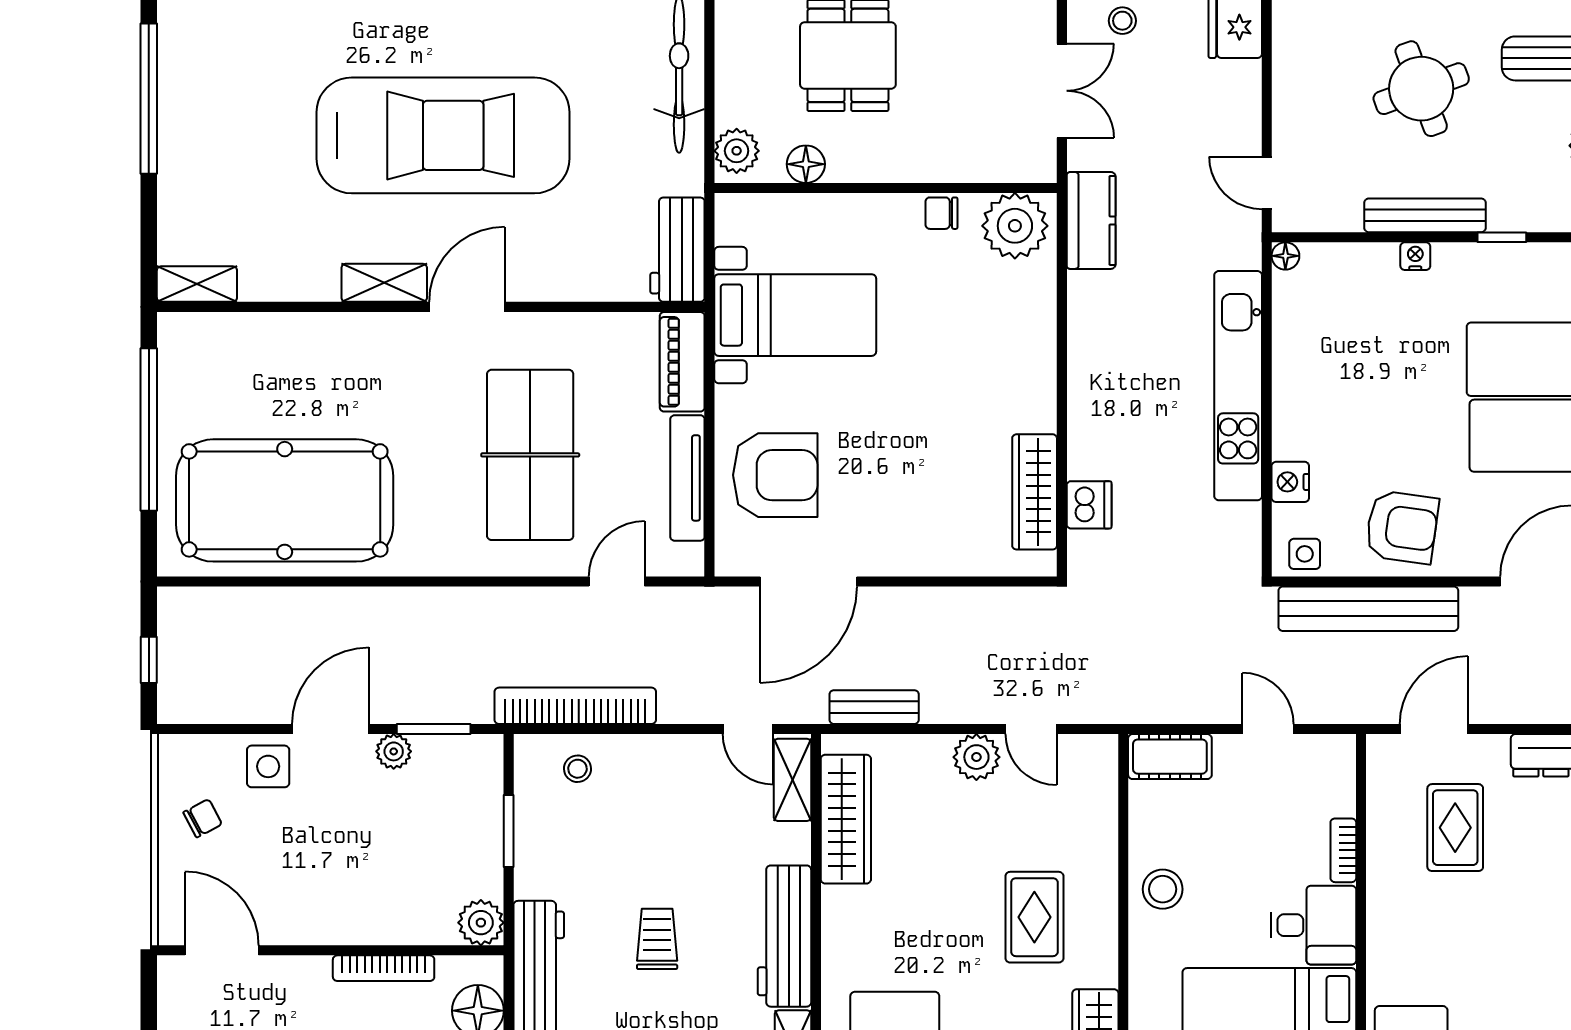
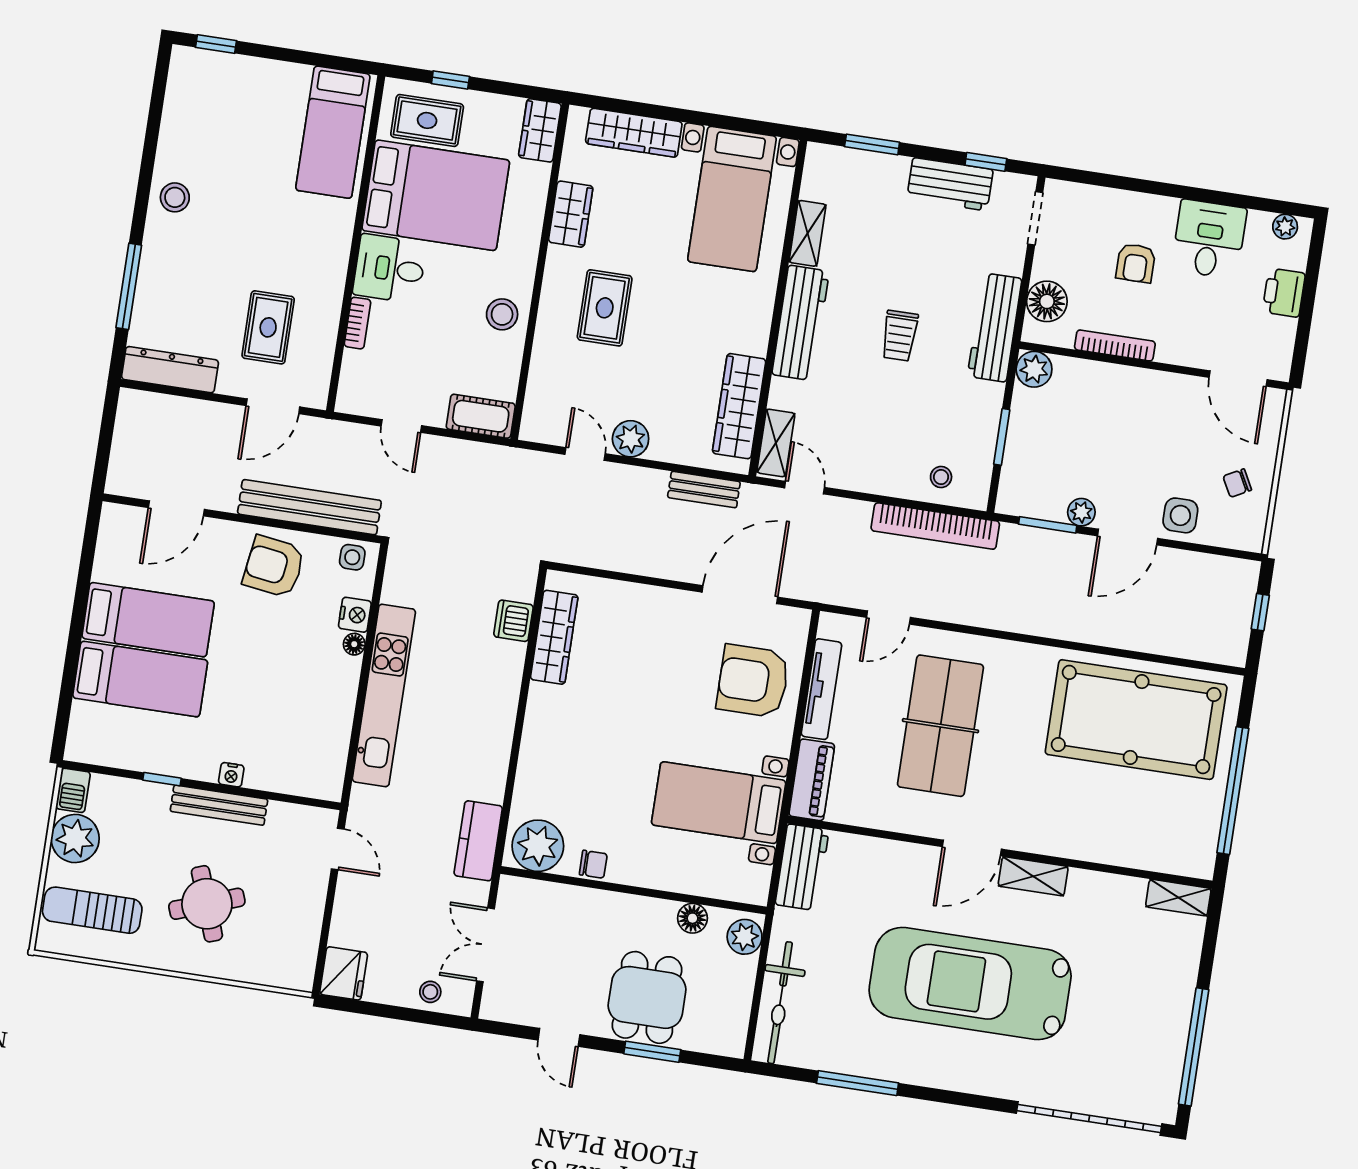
floor lamp: (1285, 256) -> (354, 644), moved

